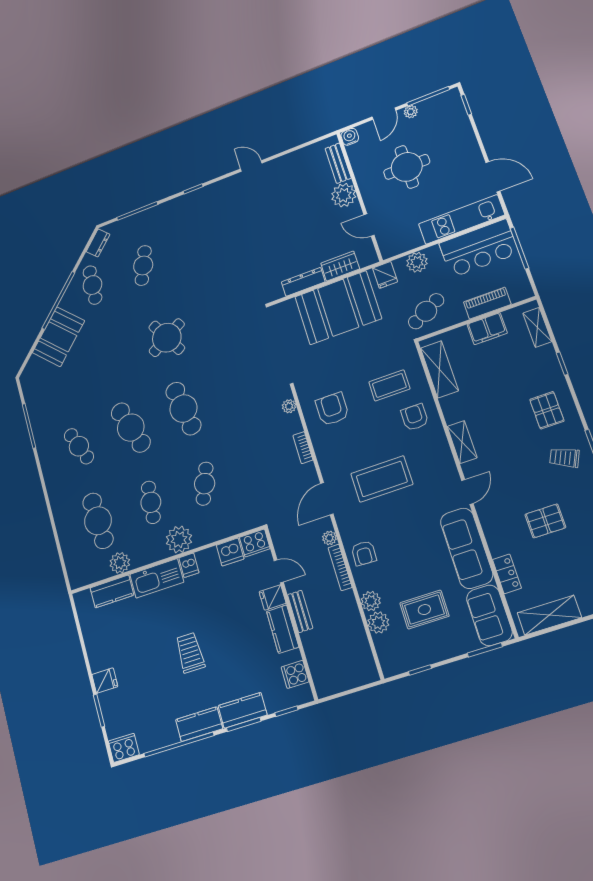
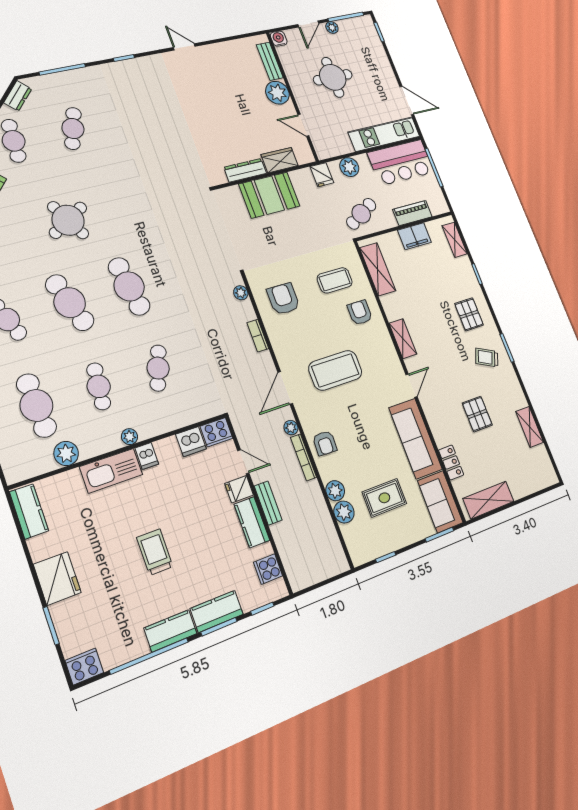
booth: (338, 308) -> (269, 195), width x0.73, depth x0.70
round table: (167, 338) -> (68, 220), moved
pallet: (545, 521) -> (477, 414), turned 90
plant: (179, 539) -> (130, 437), width x0.53, depth x0.53
kitchen counter: (112, 591) -> (29, 511), moved, turned -90
fridge: (105, 681) -> (57, 578), width x1.88, depth x1.34

